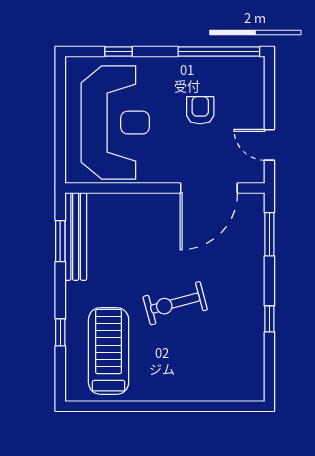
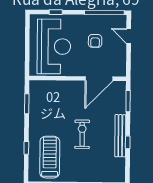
armchair: (200, 110) -> (95, 41), turned 180
door: (269, 145) -> (129, 36), moved
bench: (76, 236) -> (120, 136), moved
exercise bike: (175, 303) -> (82, 134), turned 105

